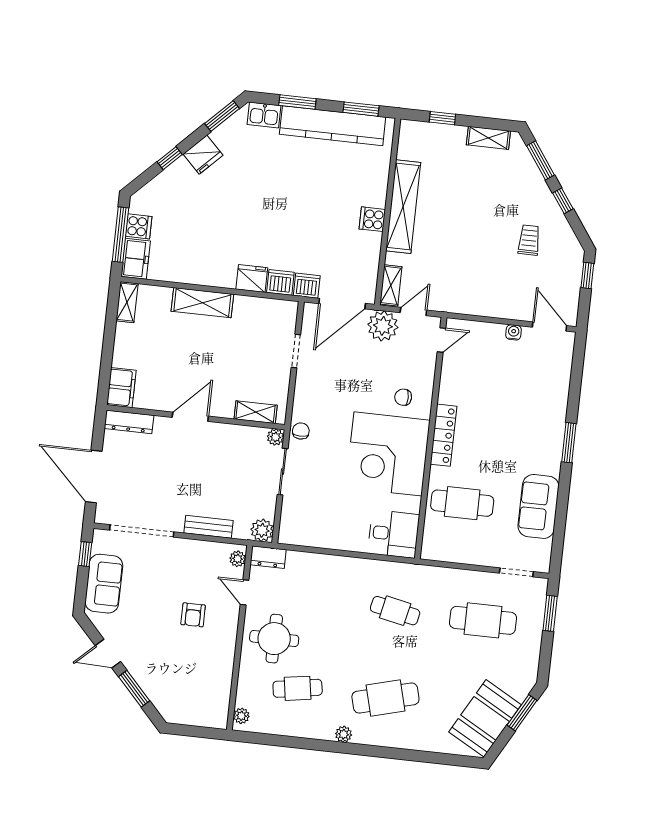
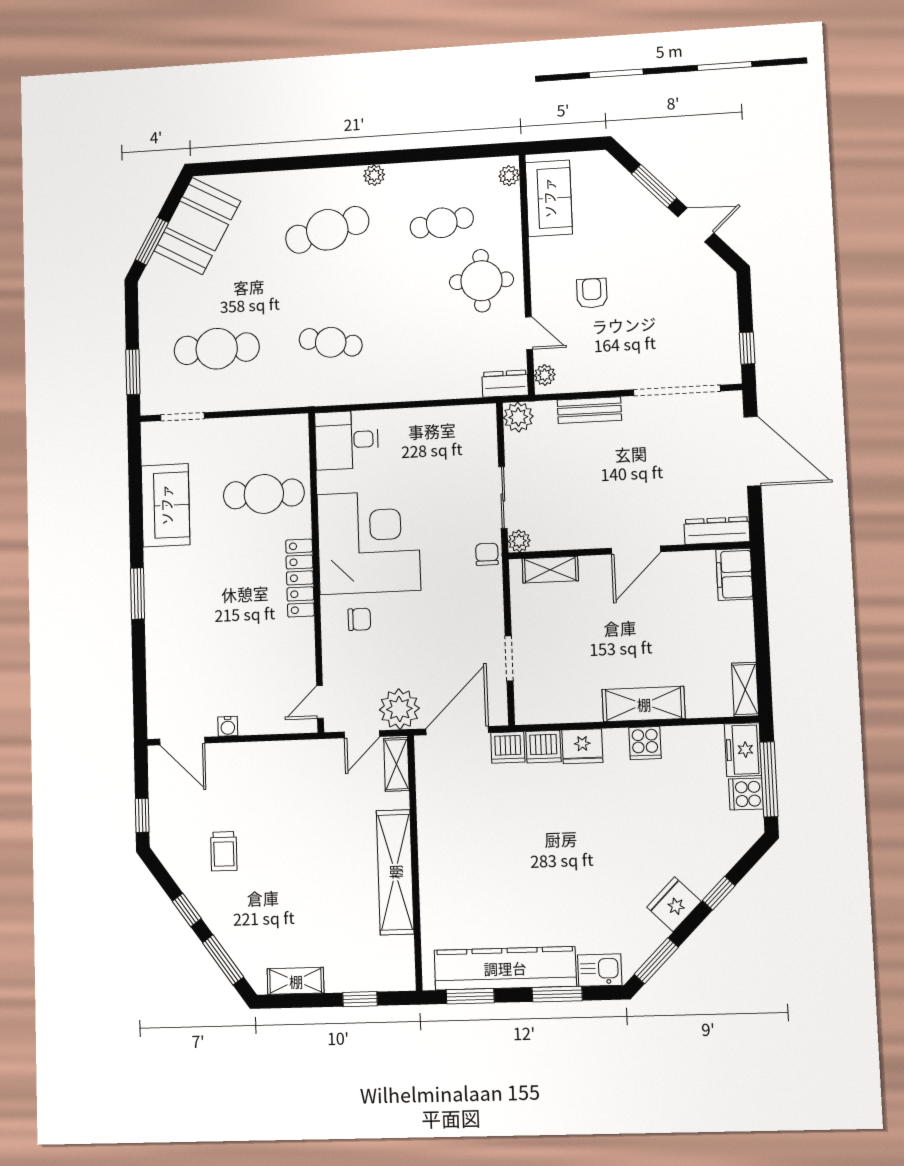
cooker: (372, 219) -> (645, 743), moved, turned 90
chair: (301, 431) -> (487, 554), turned 180
sofa: (104, 584) -> (549, 198), moved, turned 180

